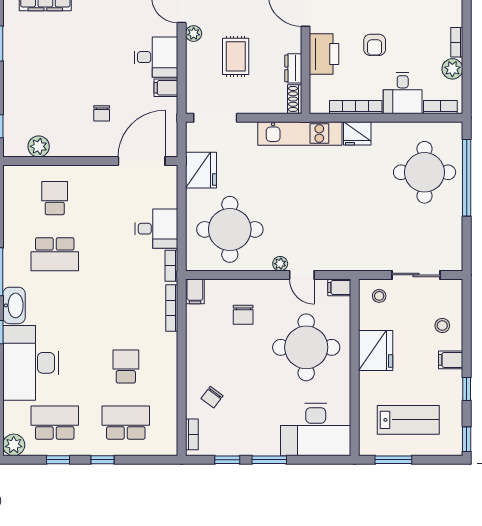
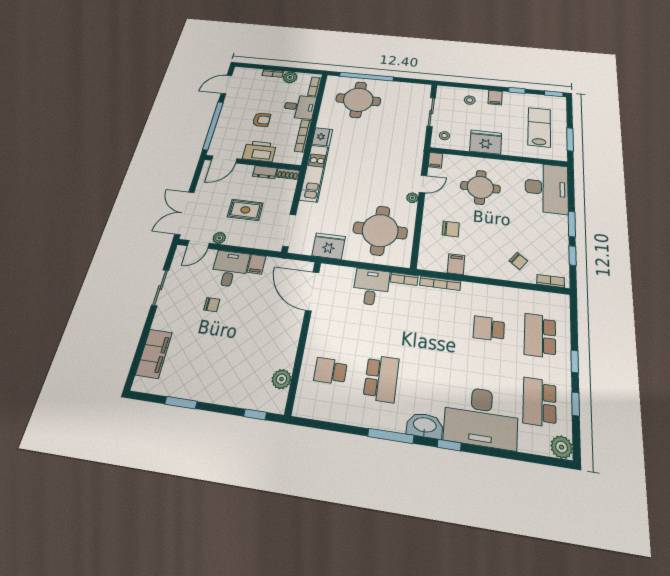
chair: (102, 113) -> (212, 305), moved
filing cabinet: (195, 291) -> (456, 264), moved, turned -90
round table: (306, 347) -> (480, 187), width x0.73, depth x0.73

